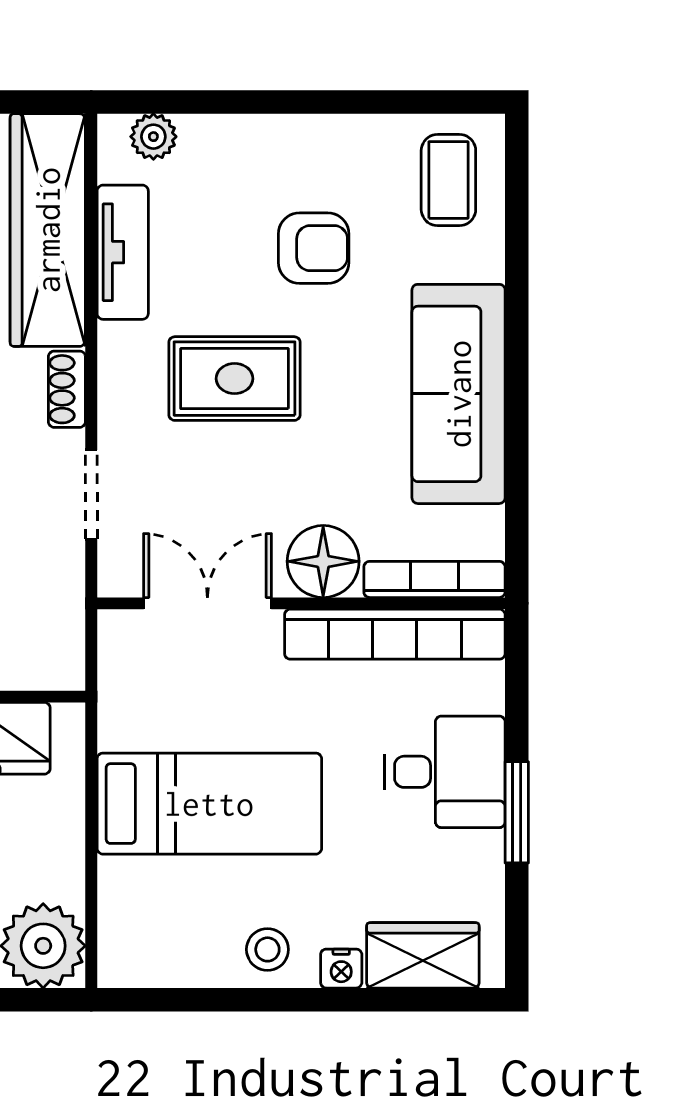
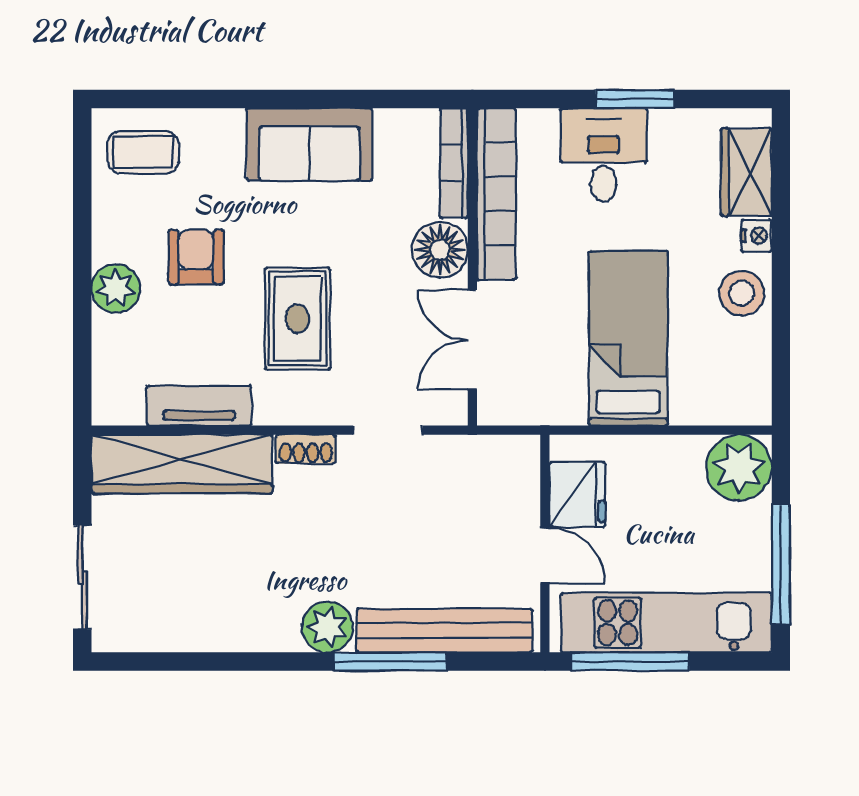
plant: (153, 137) -> (116, 288), moved, width x1.38, depth x1.38
sofa: (459, 394) -> (309, 144), width x0.73
stool: (267, 949) -> (742, 293), width x1.37, depth x1.37

